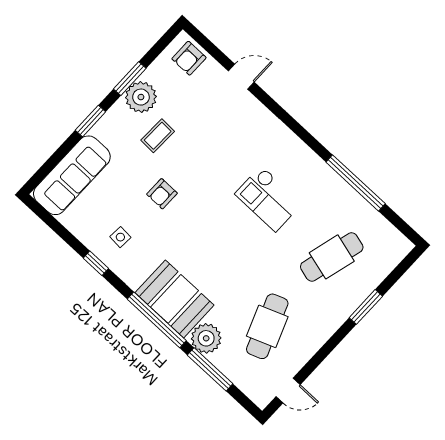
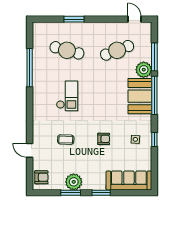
coffee table: (158, 136) -> (66, 140), moved

